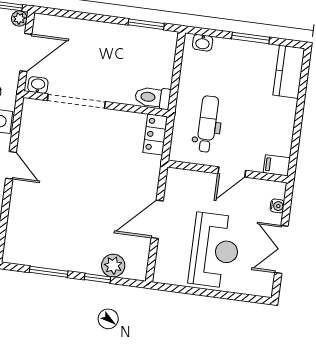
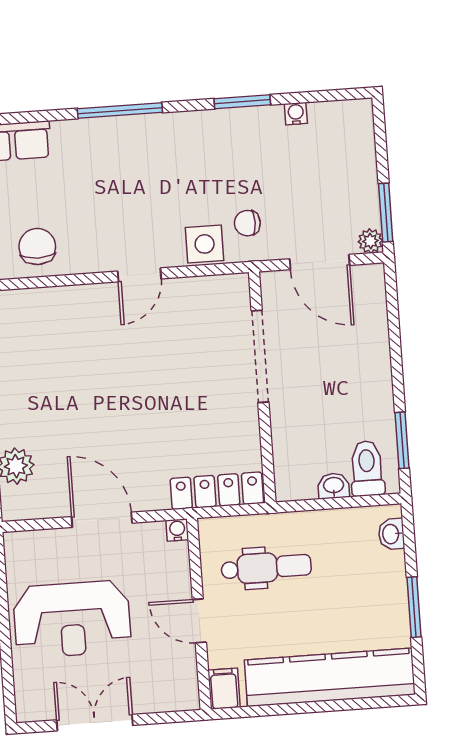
kitchen counter: (289, 72) -> (330, 677), width x2.08, depth x1.17
washbasin: (38, 85) -> (334, 486), moved, turned -90
toilet: (153, 97) -> (367, 468), moved
locker: (155, 134) -> (217, 491), width x1.53
water cooler: (277, 206) -> (177, 530), moved, turned 180

